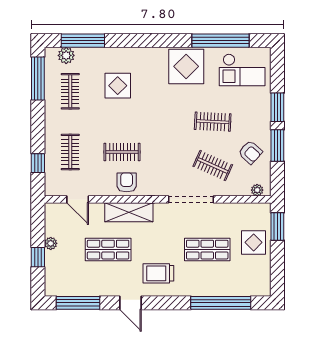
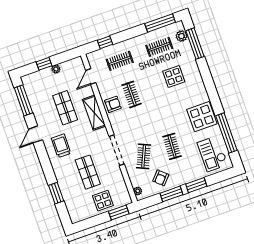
window: (221, 303) -> (56, 193), width x0.47

